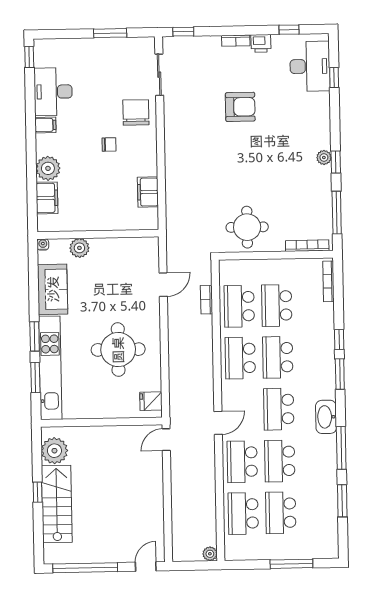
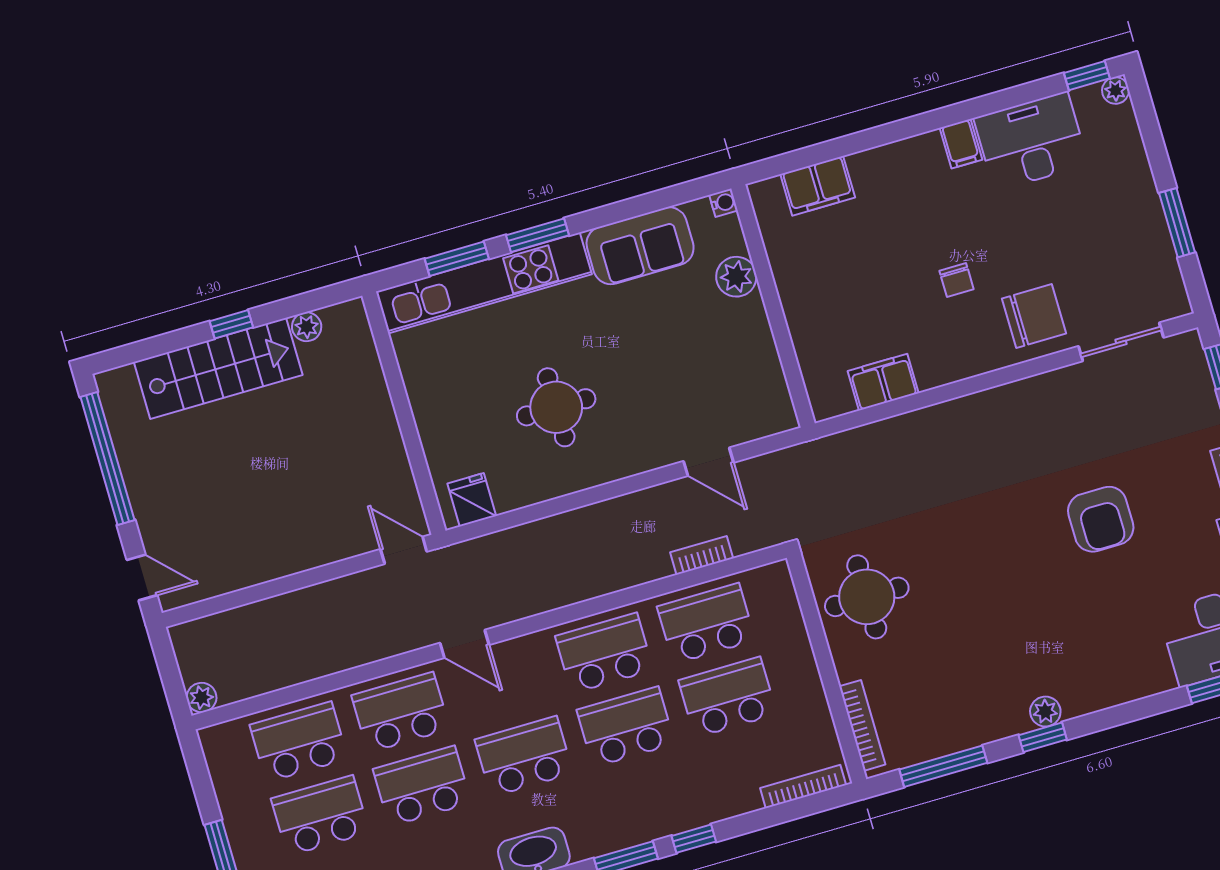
plant: (48, 168) -> (1116, 91), moved, width x0.53, depth x0.53
round table: (118, 350) -> (556, 407), width x0.73, depth x0.73
plant: (54, 451) -> (307, 327), width x0.53, depth x0.53

